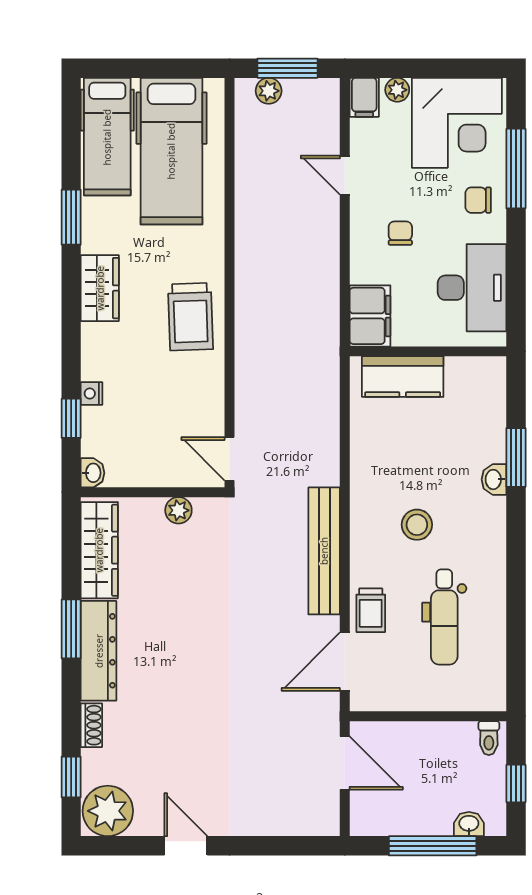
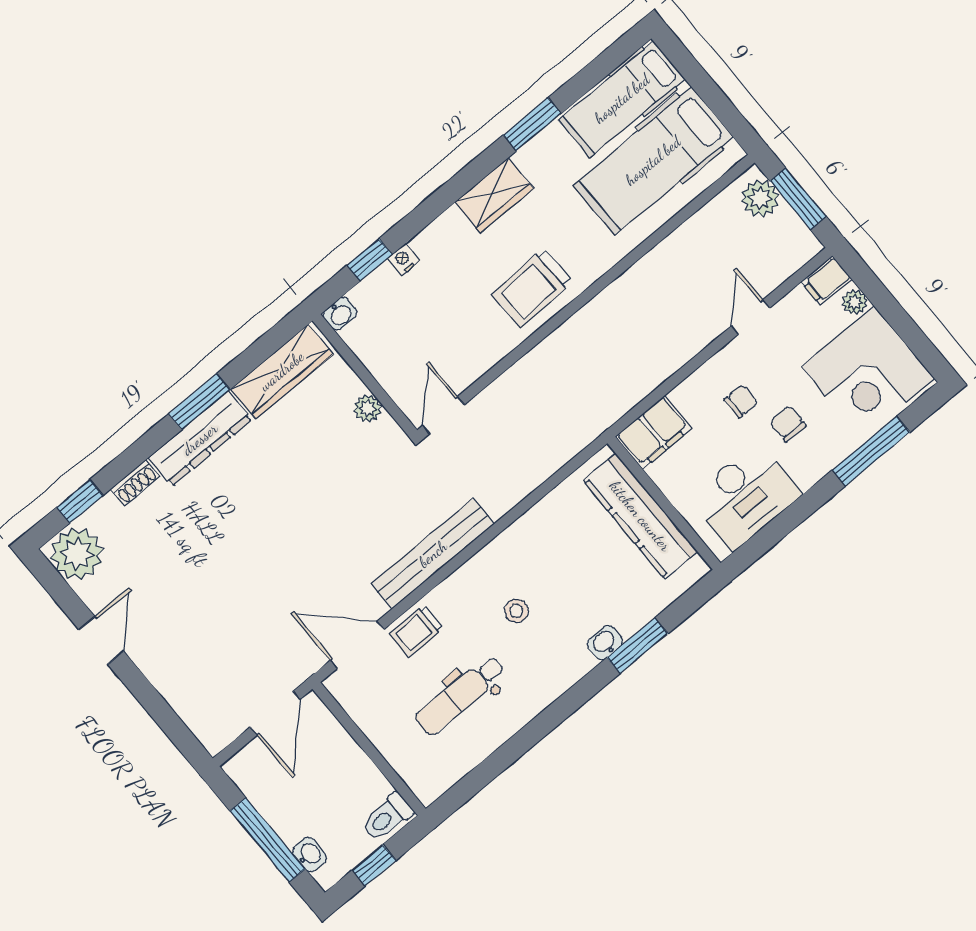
plant: (269, 91) -> (760, 198), width x1.38, depth x1.38
chair: (478, 200) -> (788, 424), moved
kitchen counter: (403, 377) -> (640, 516), width x1.50
stool: (417, 525) -> (516, 611), width x0.73, depth x0.73
toilet: (489, 738) -> (387, 817), width x1.37, depth x1.39

